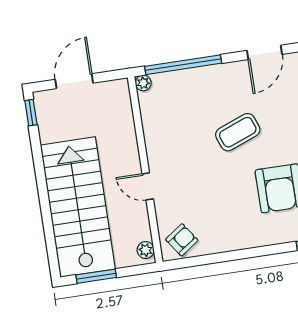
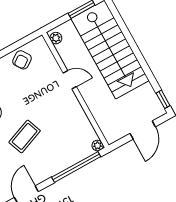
armchair: (182, 240) -> (22, 60), moved

